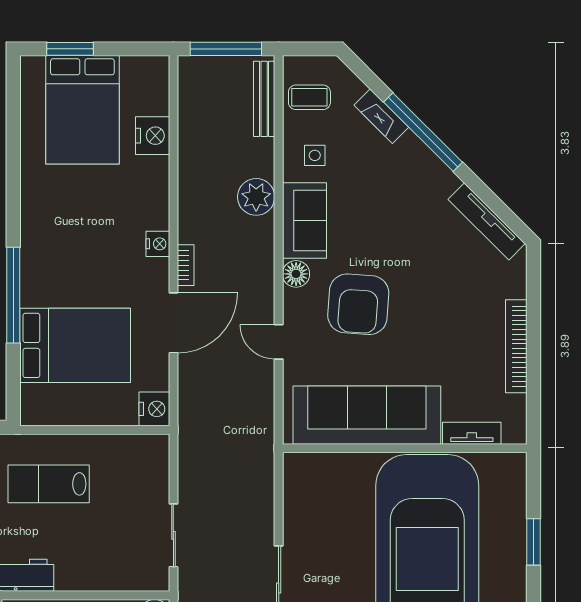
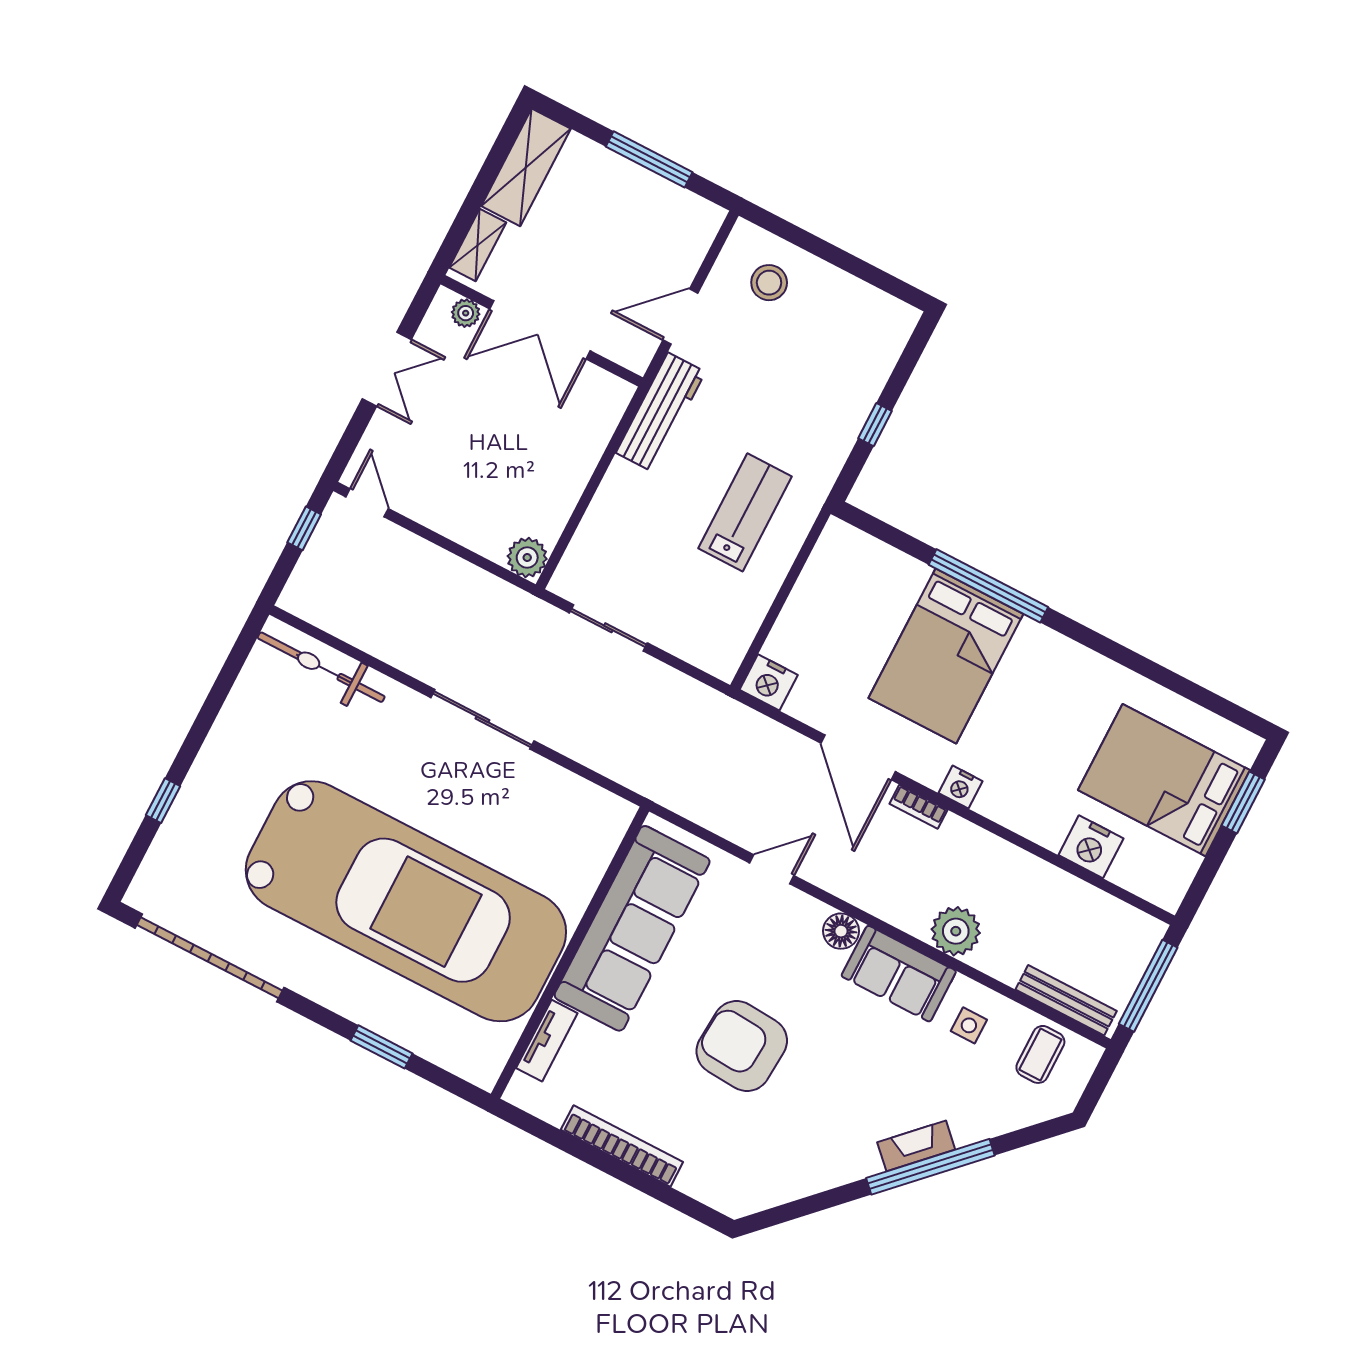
fireplace: (381, 116) -> (916, 1146), moved
tv unit: (487, 221) -> (787, 1187), removed
armchair: (358, 304) -> (742, 1046), moved
bed: (75, 345) -> (946, 656), moved

